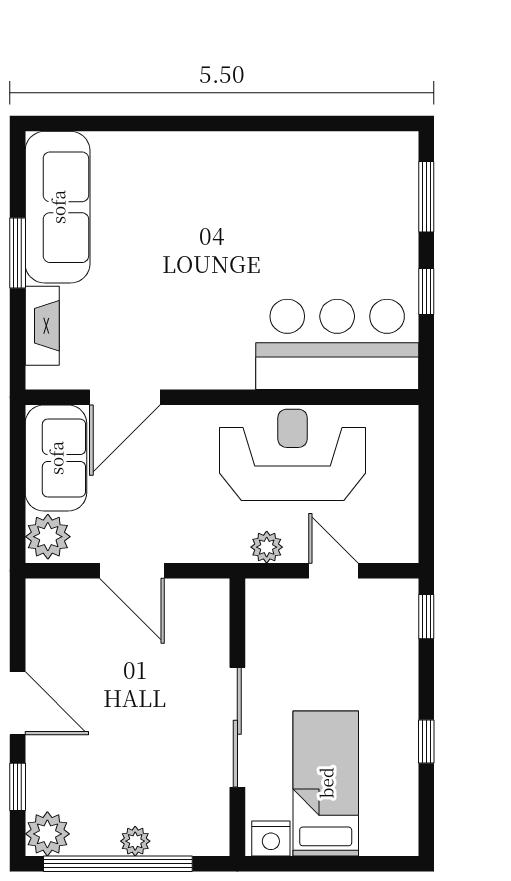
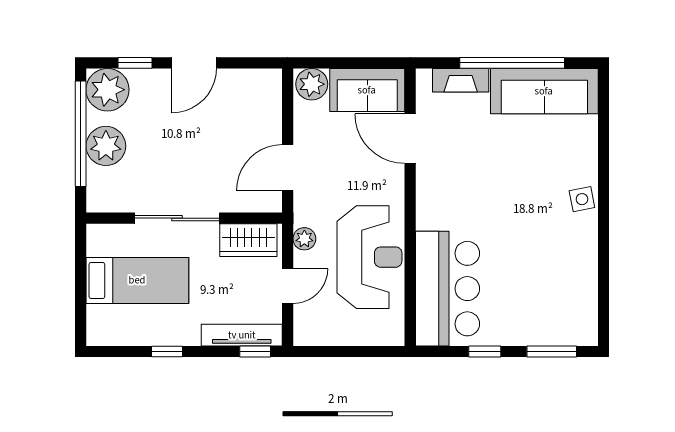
side table: (210, 154) -> (582, 199), added
window: (18, 253) -> (512, 63), width x2.11
door: (132, 571) -> (288, 168), moved
wardrobe: (268, 626) -> (248, 240), added
tv unit: (403, 636) -> (242, 335), added
plant: (47, 834) -> (108, 90), width x1.36, depth x1.36
nightstand: (271, 838) -> (99, 242), removed
plant: (135, 841) -> (106, 146), width x1.88, depth x1.88

